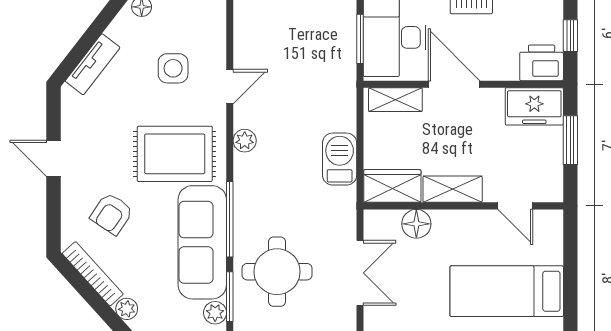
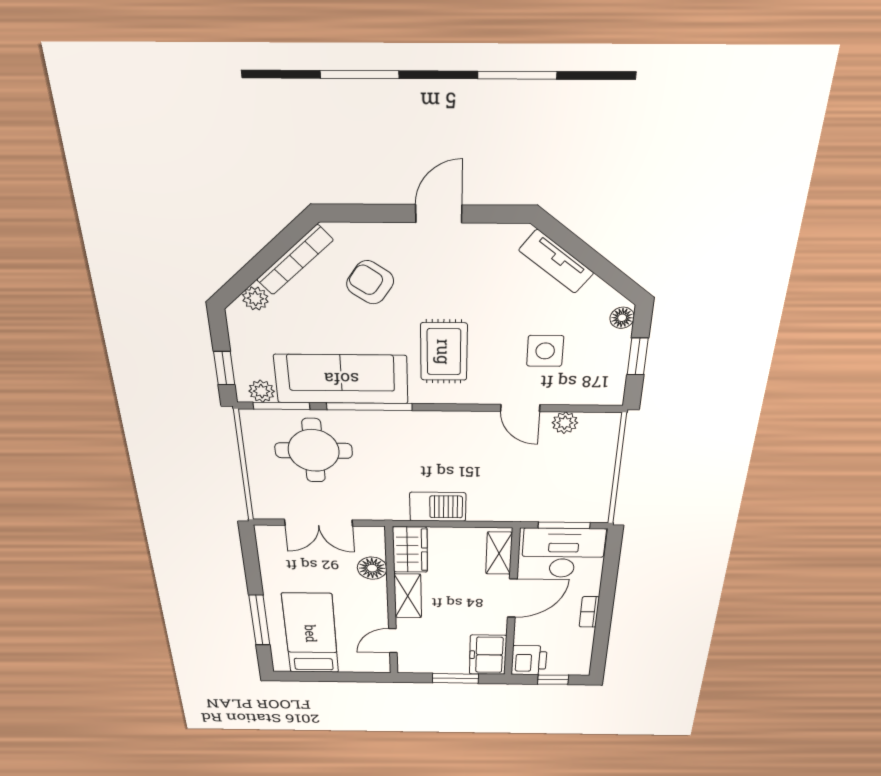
plant: (245, 141) -> (565, 423), moved
rug: (175, 154) -> (444, 352), width x0.73, depth x0.70

